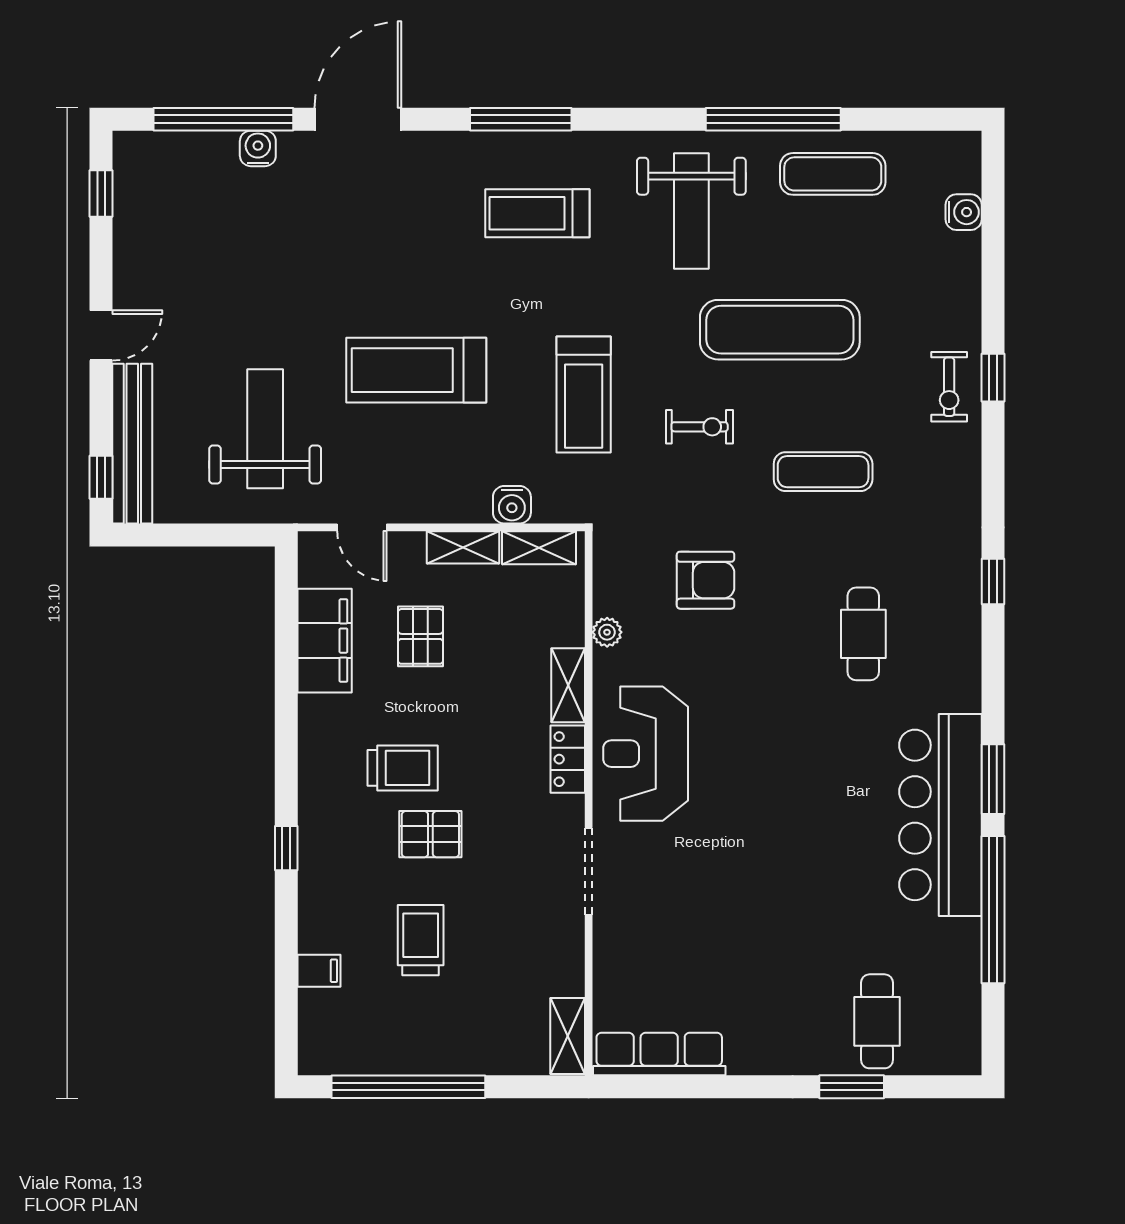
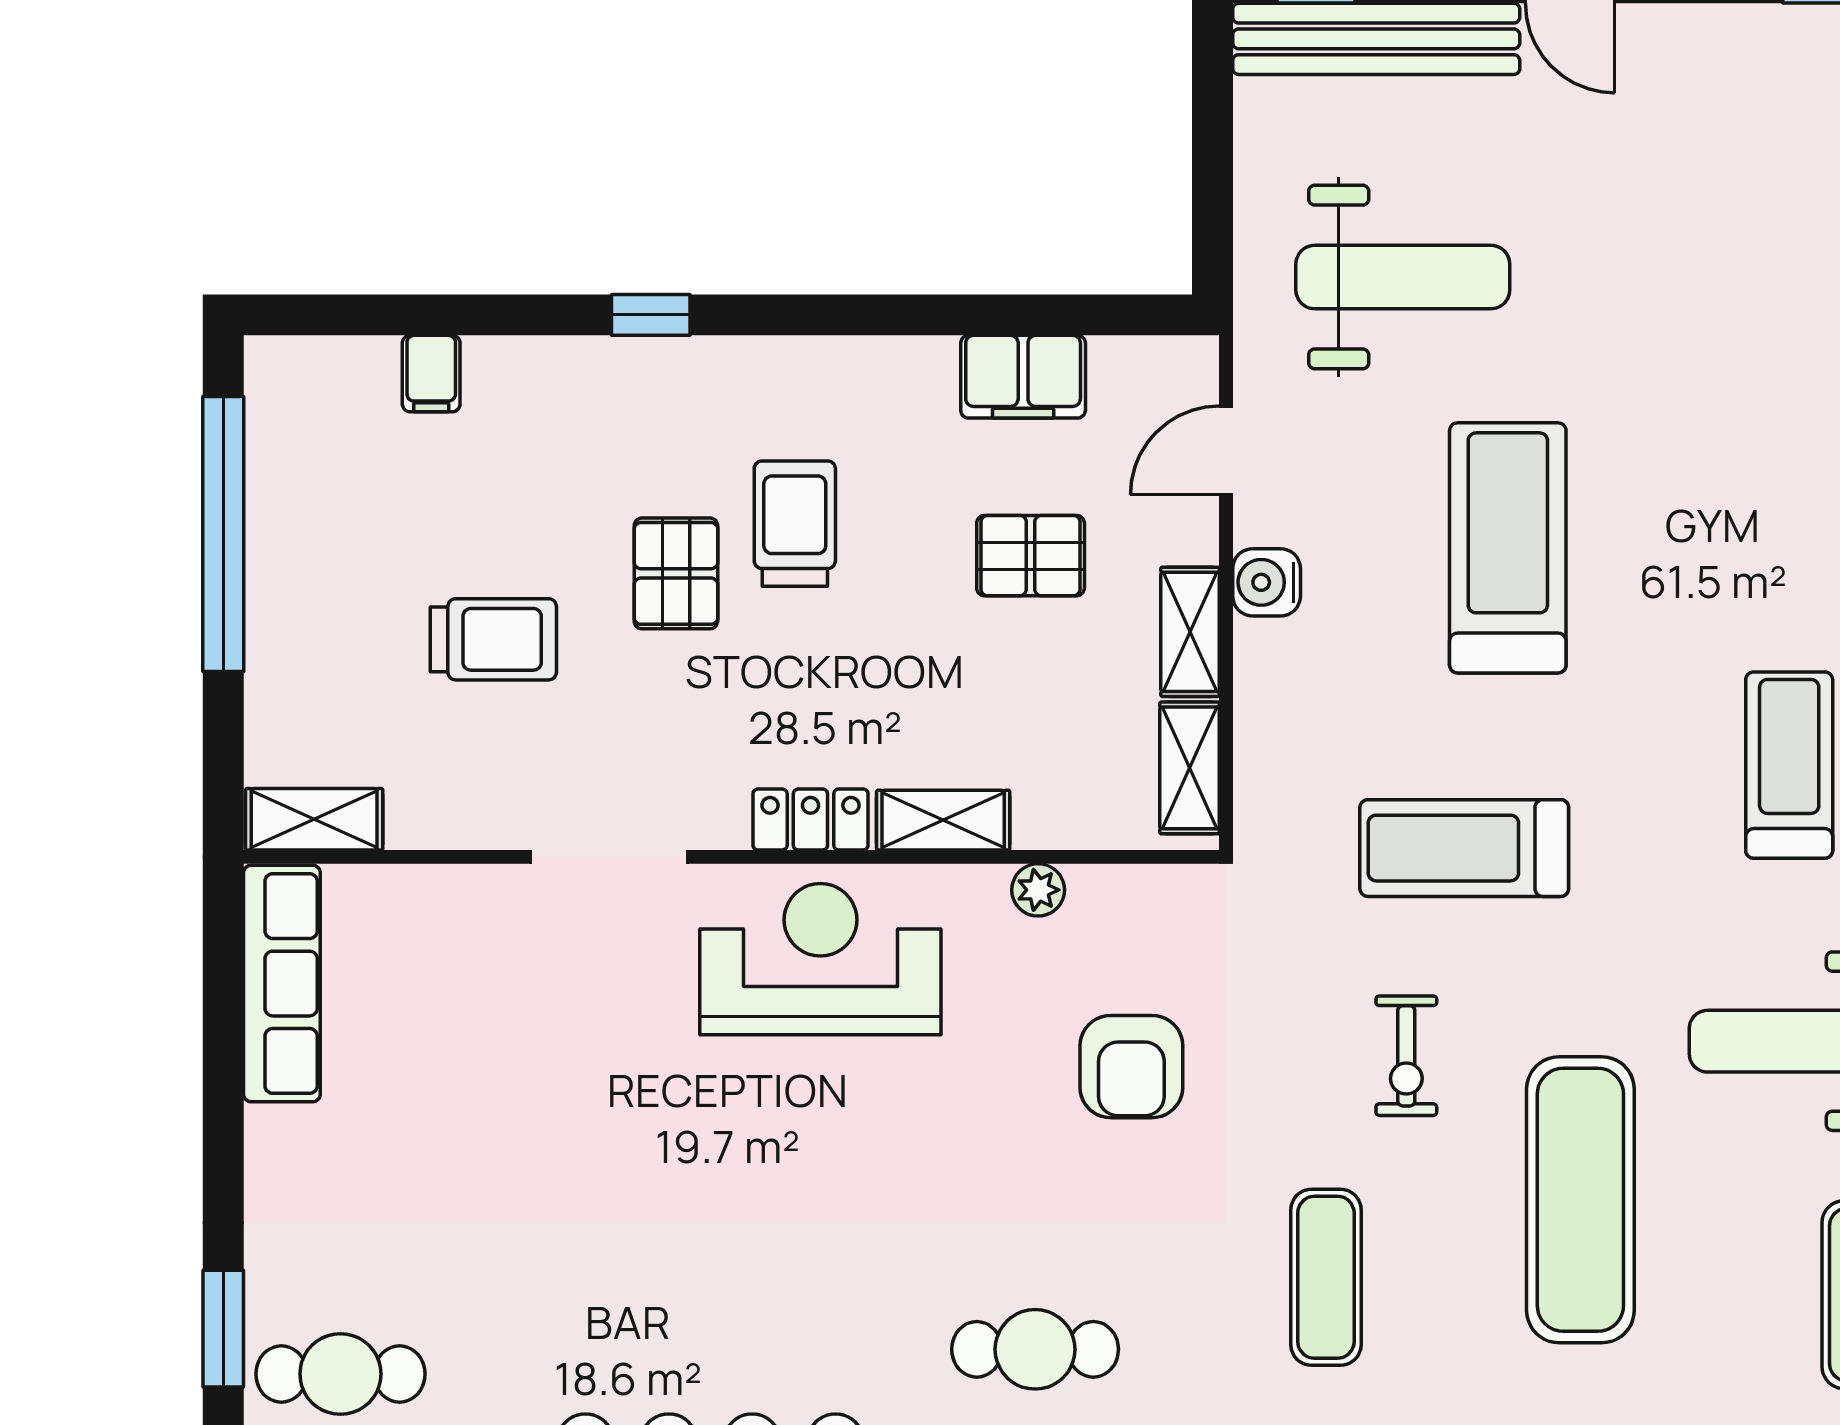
water cooler: (512, 505) -> (1267, 582), moved
filing cabinet: (325, 641) -> (1023, 377), width x0.67, depth x0.86
trolley: (403, 768) -> (795, 524), turned 180
trolley: (421, 940) -> (493, 639), moved

